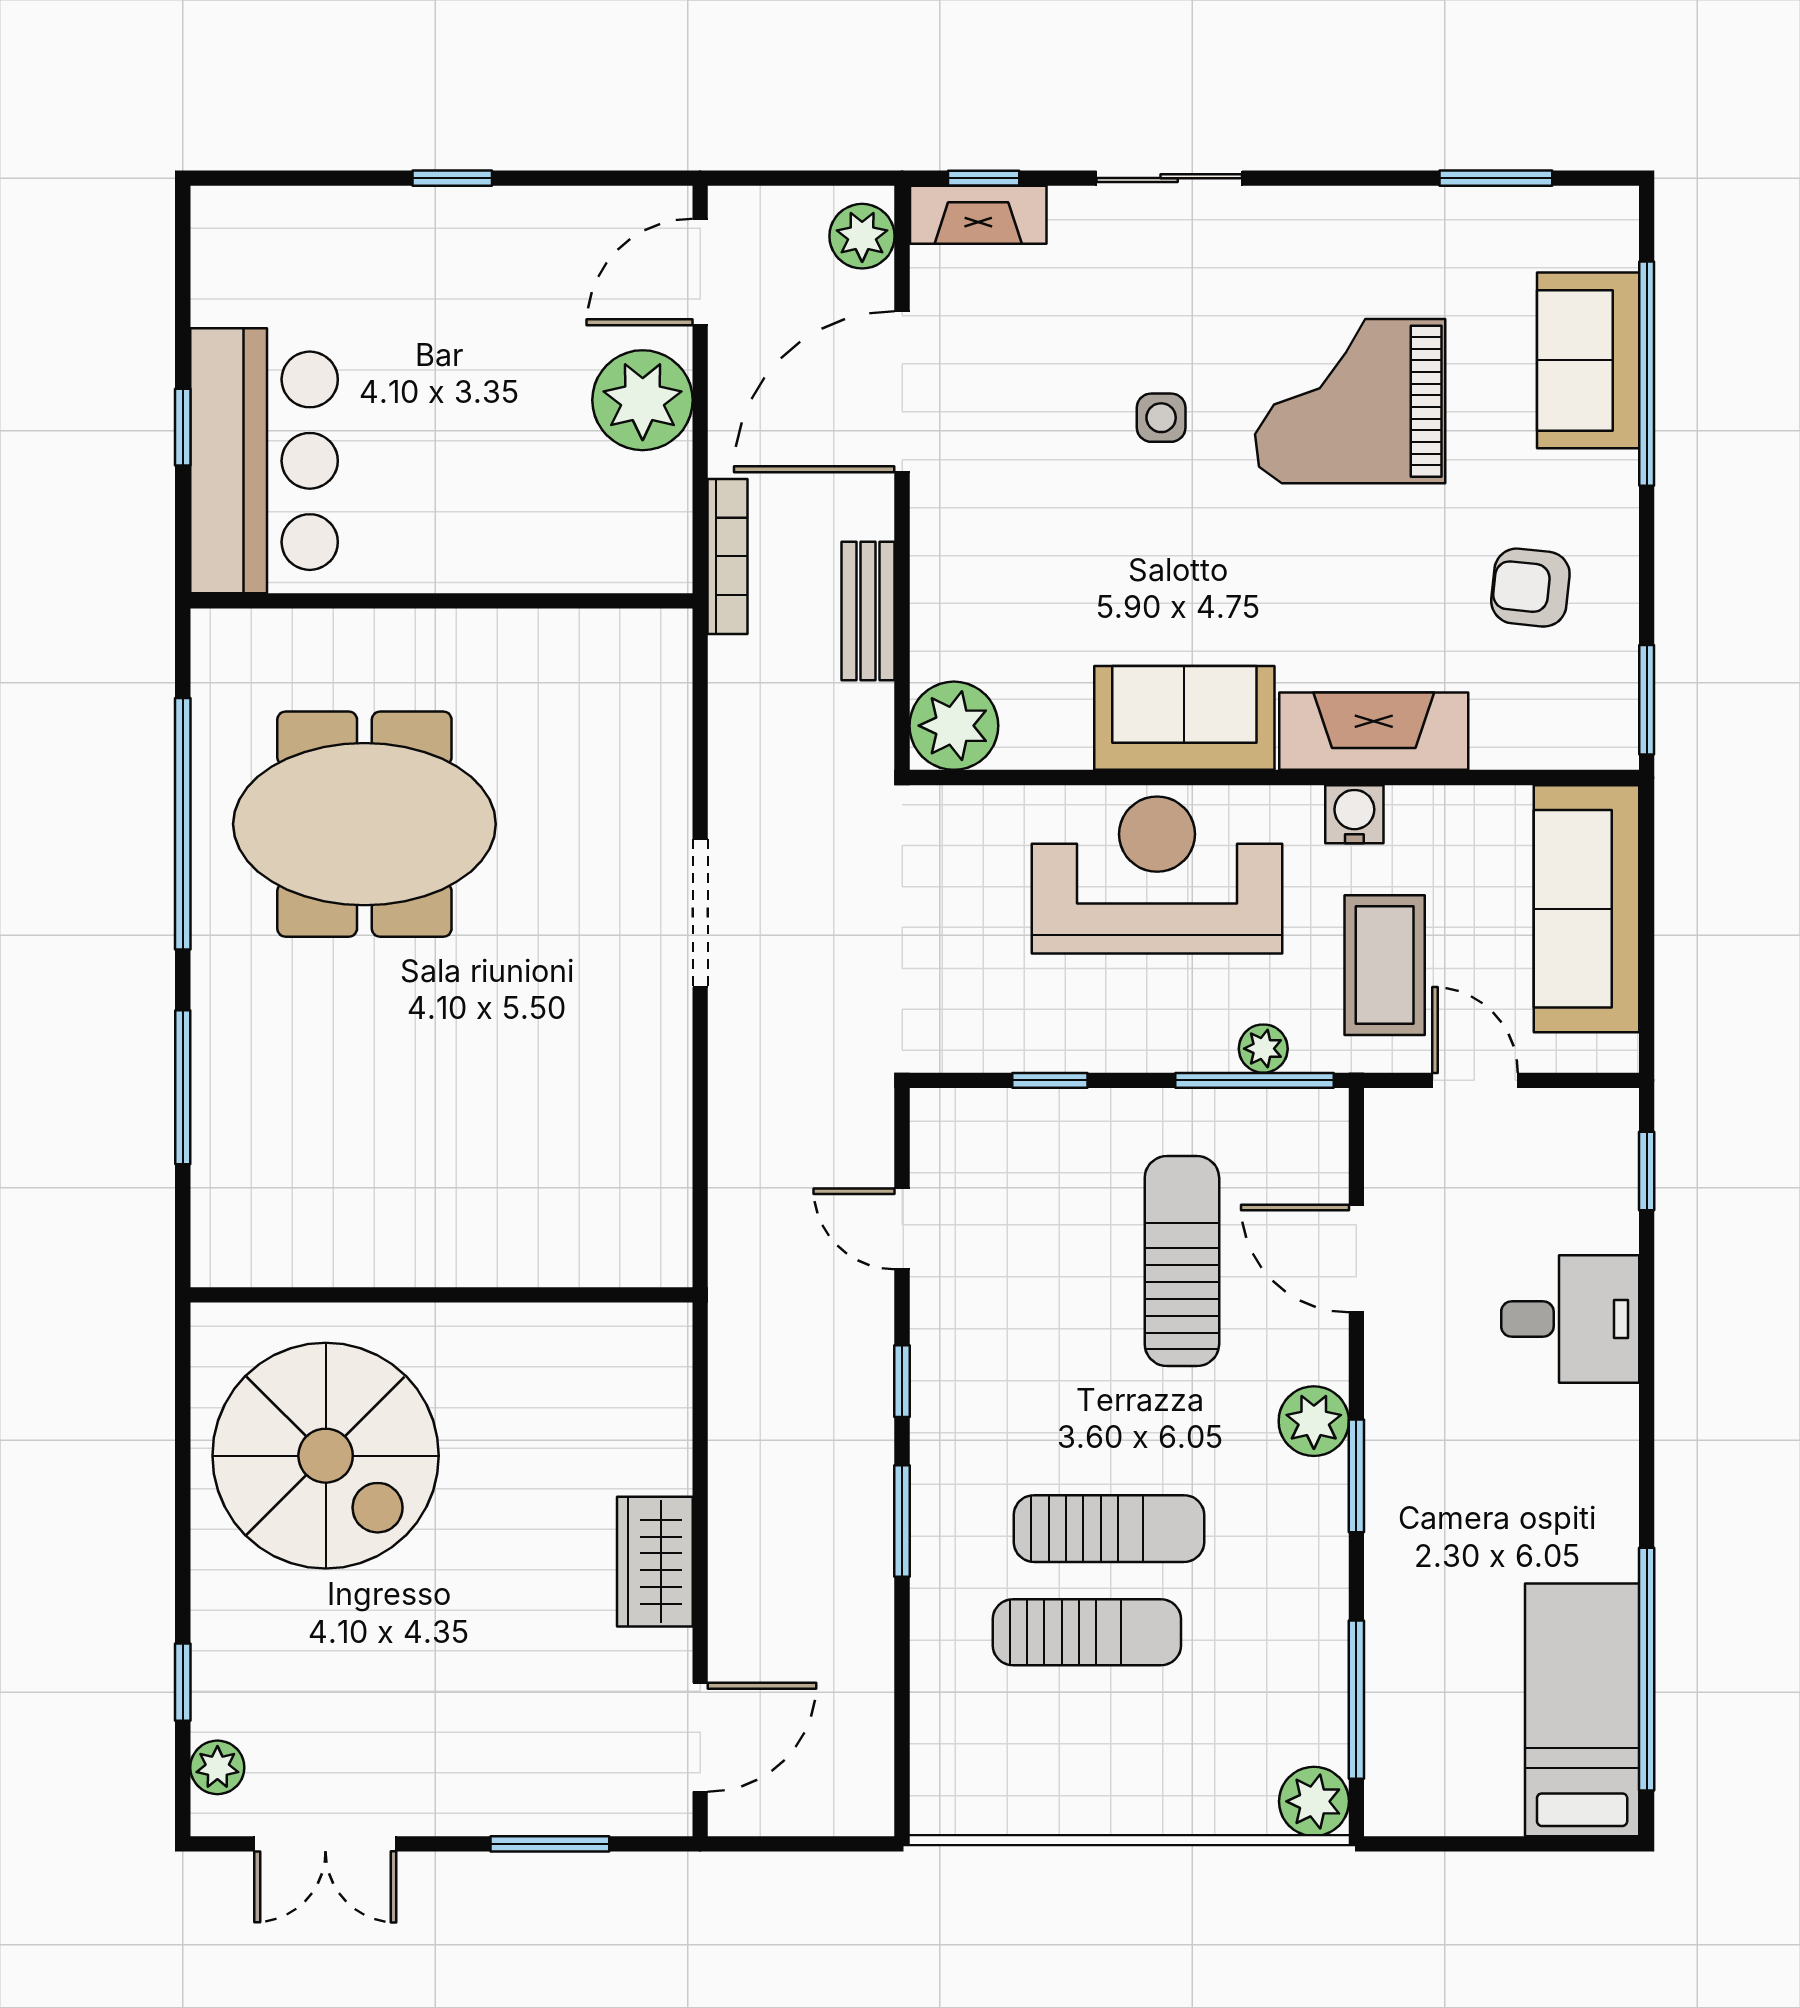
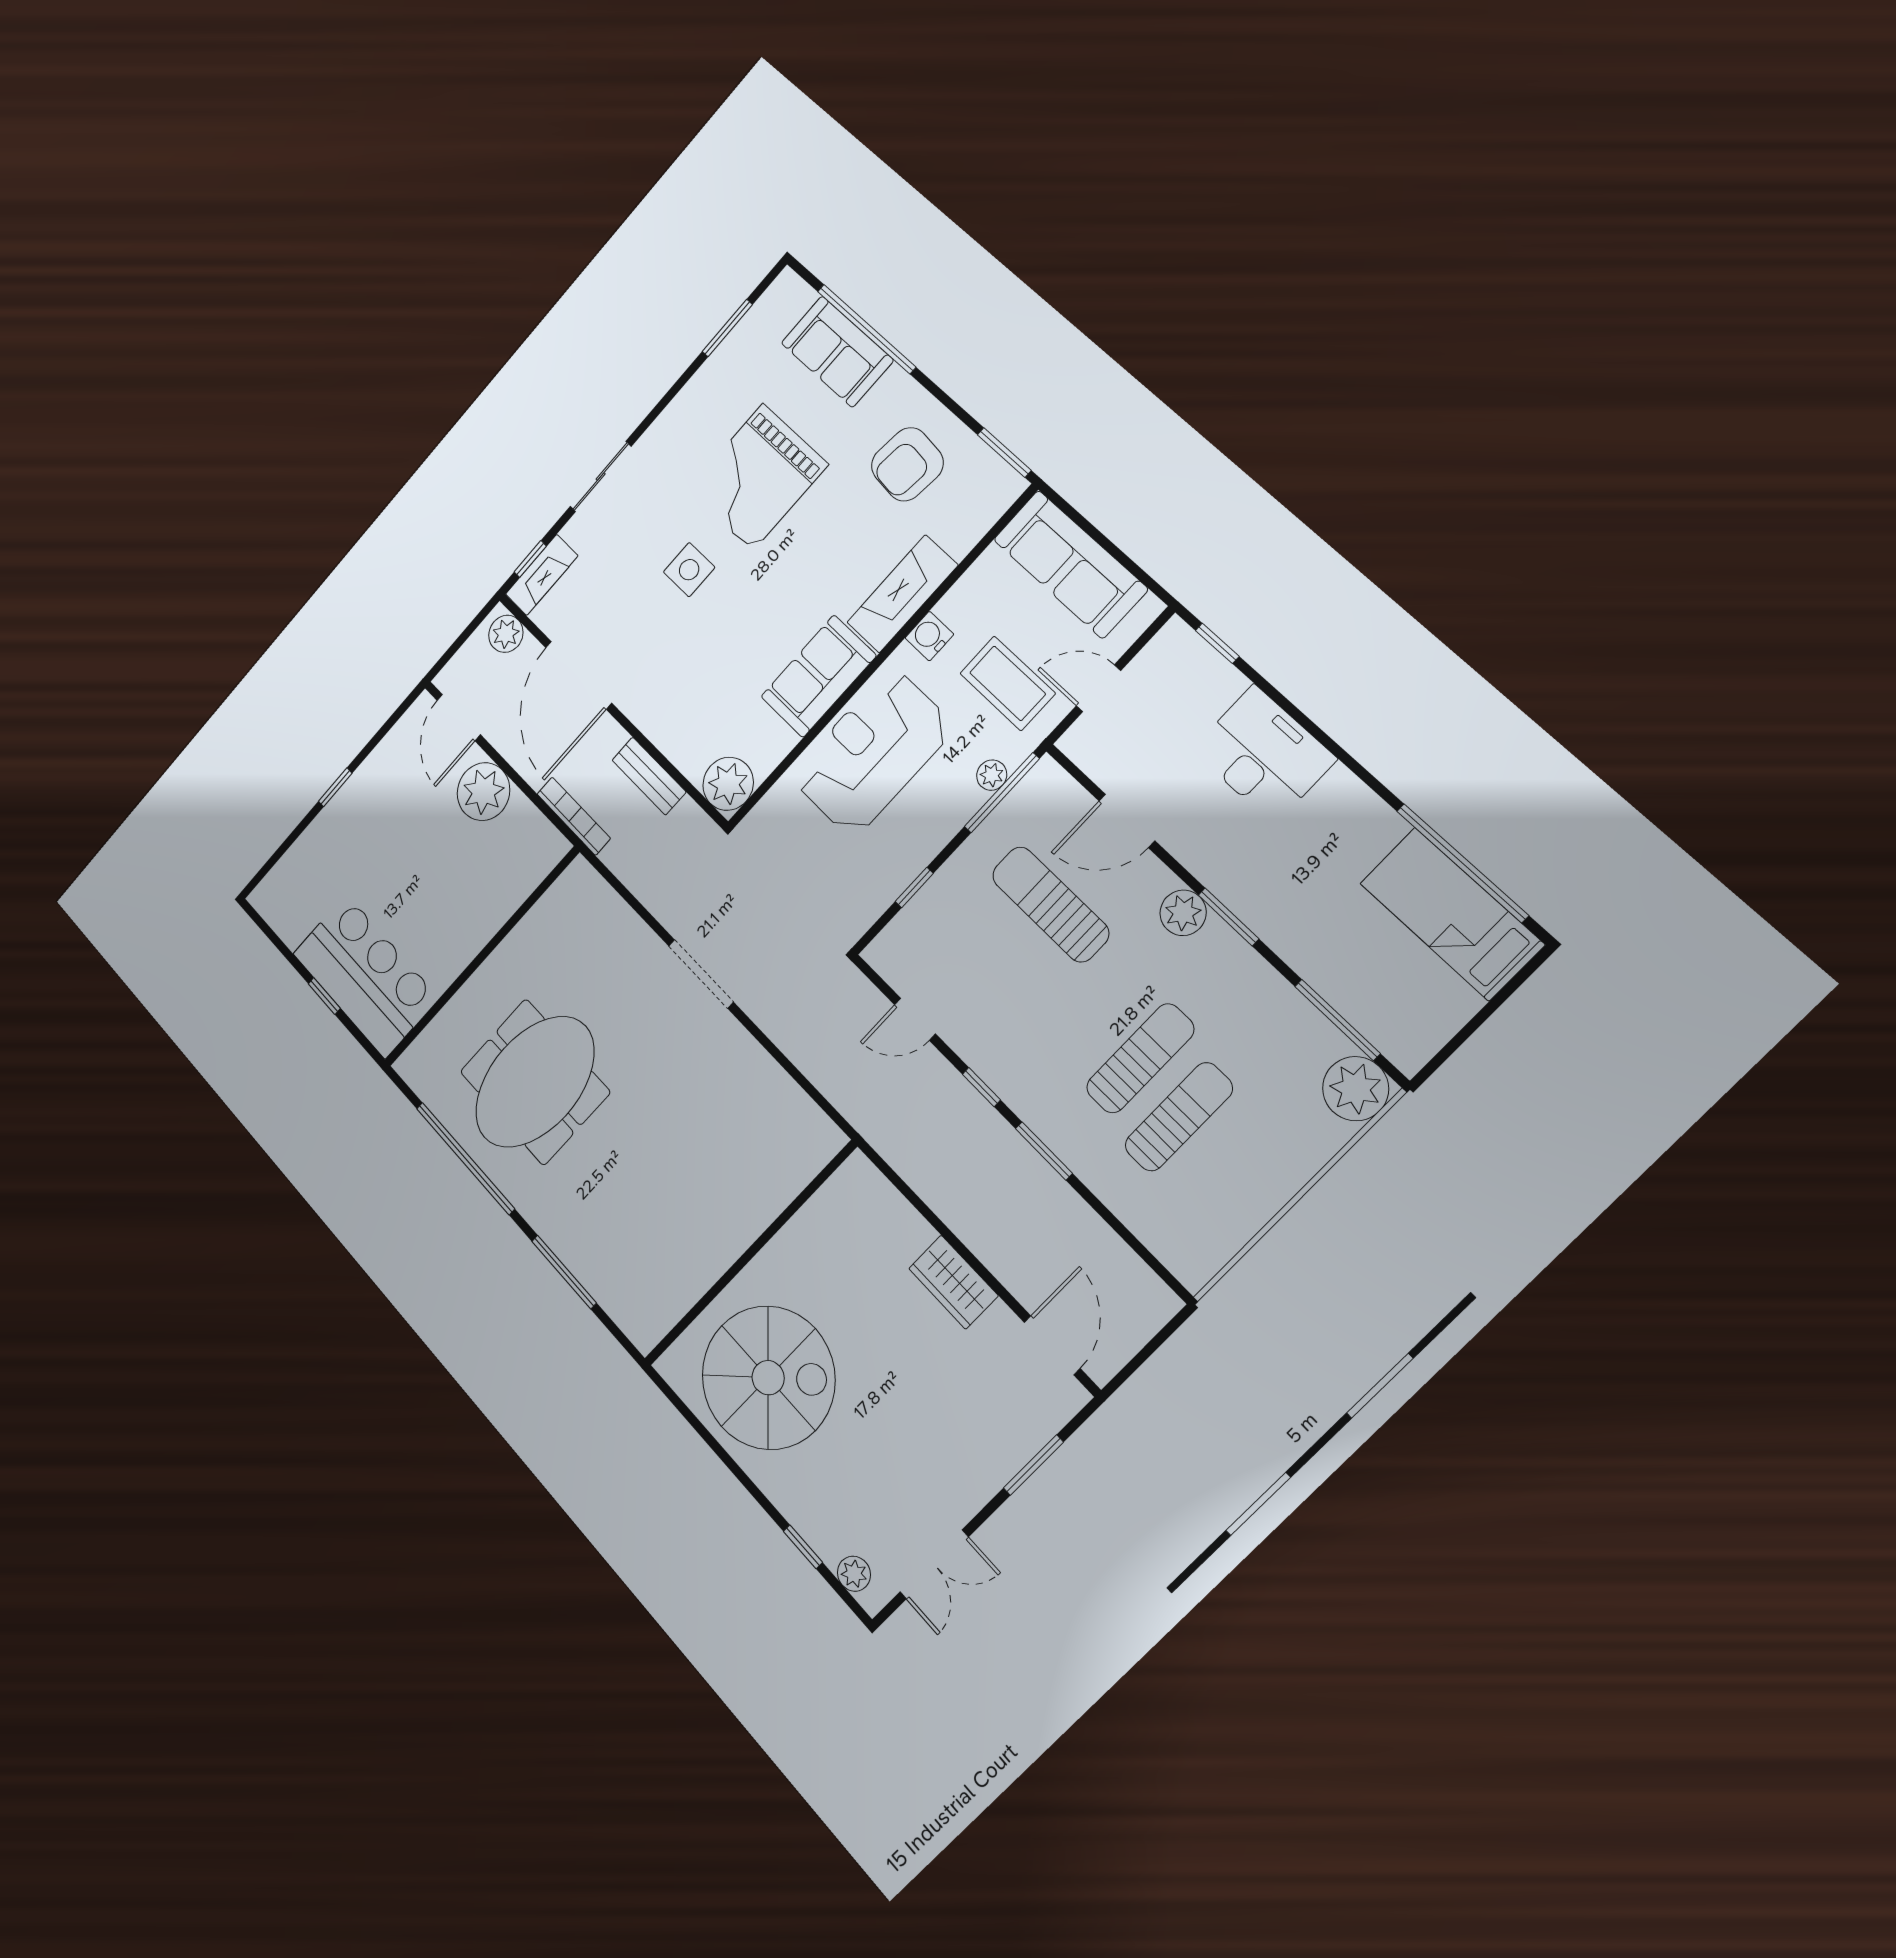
side table: (1161, 418) -> (689, 570), width x1.37, depth x1.37
armchair: (1530, 588) -> (907, 464), width x1.38, depth x1.38
desk: (1570, 1319) -> (1264, 754), width x1.37
plant: (1314, 1801) -> (1356, 1089), width x1.36, depth x1.36

